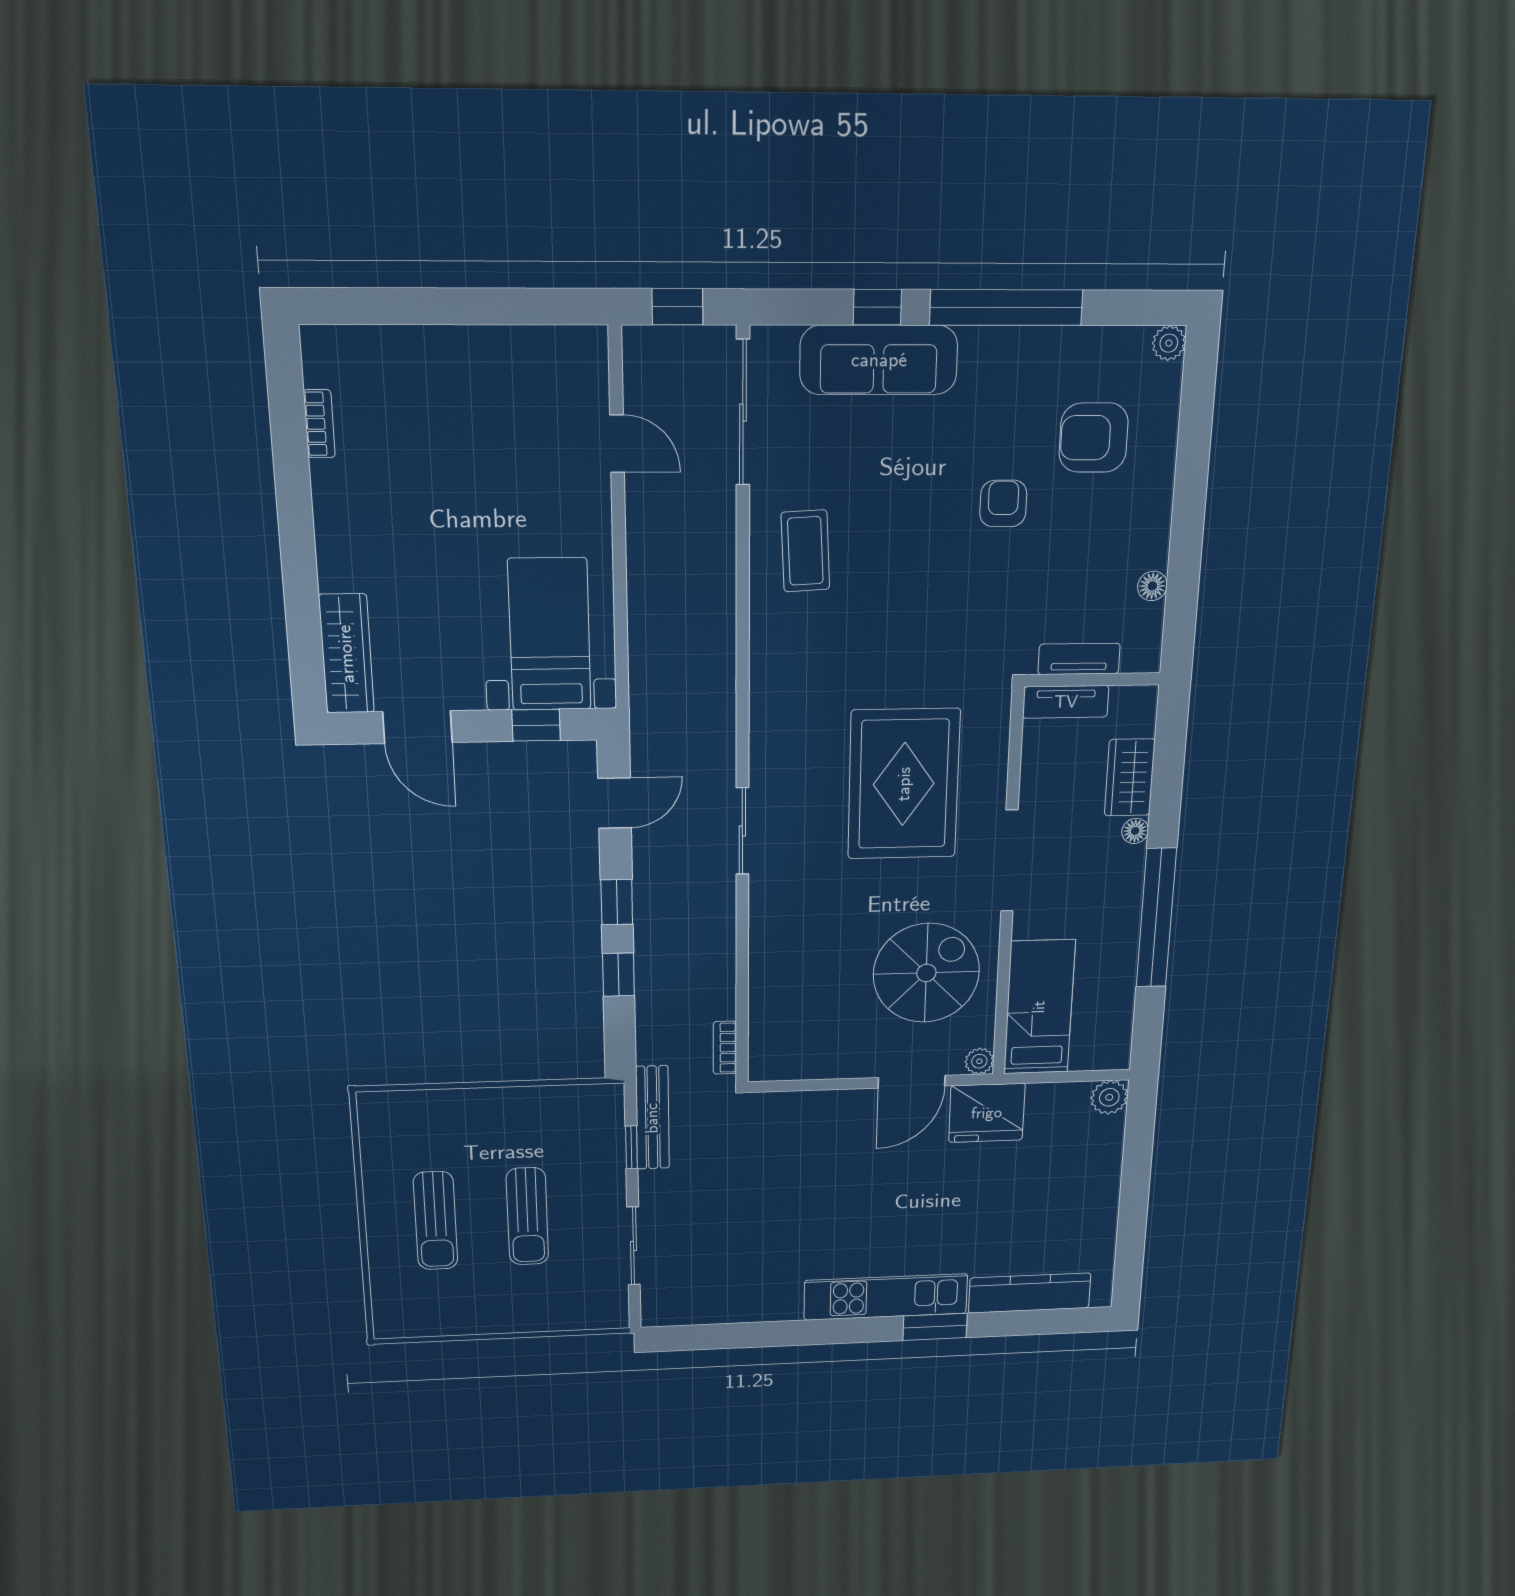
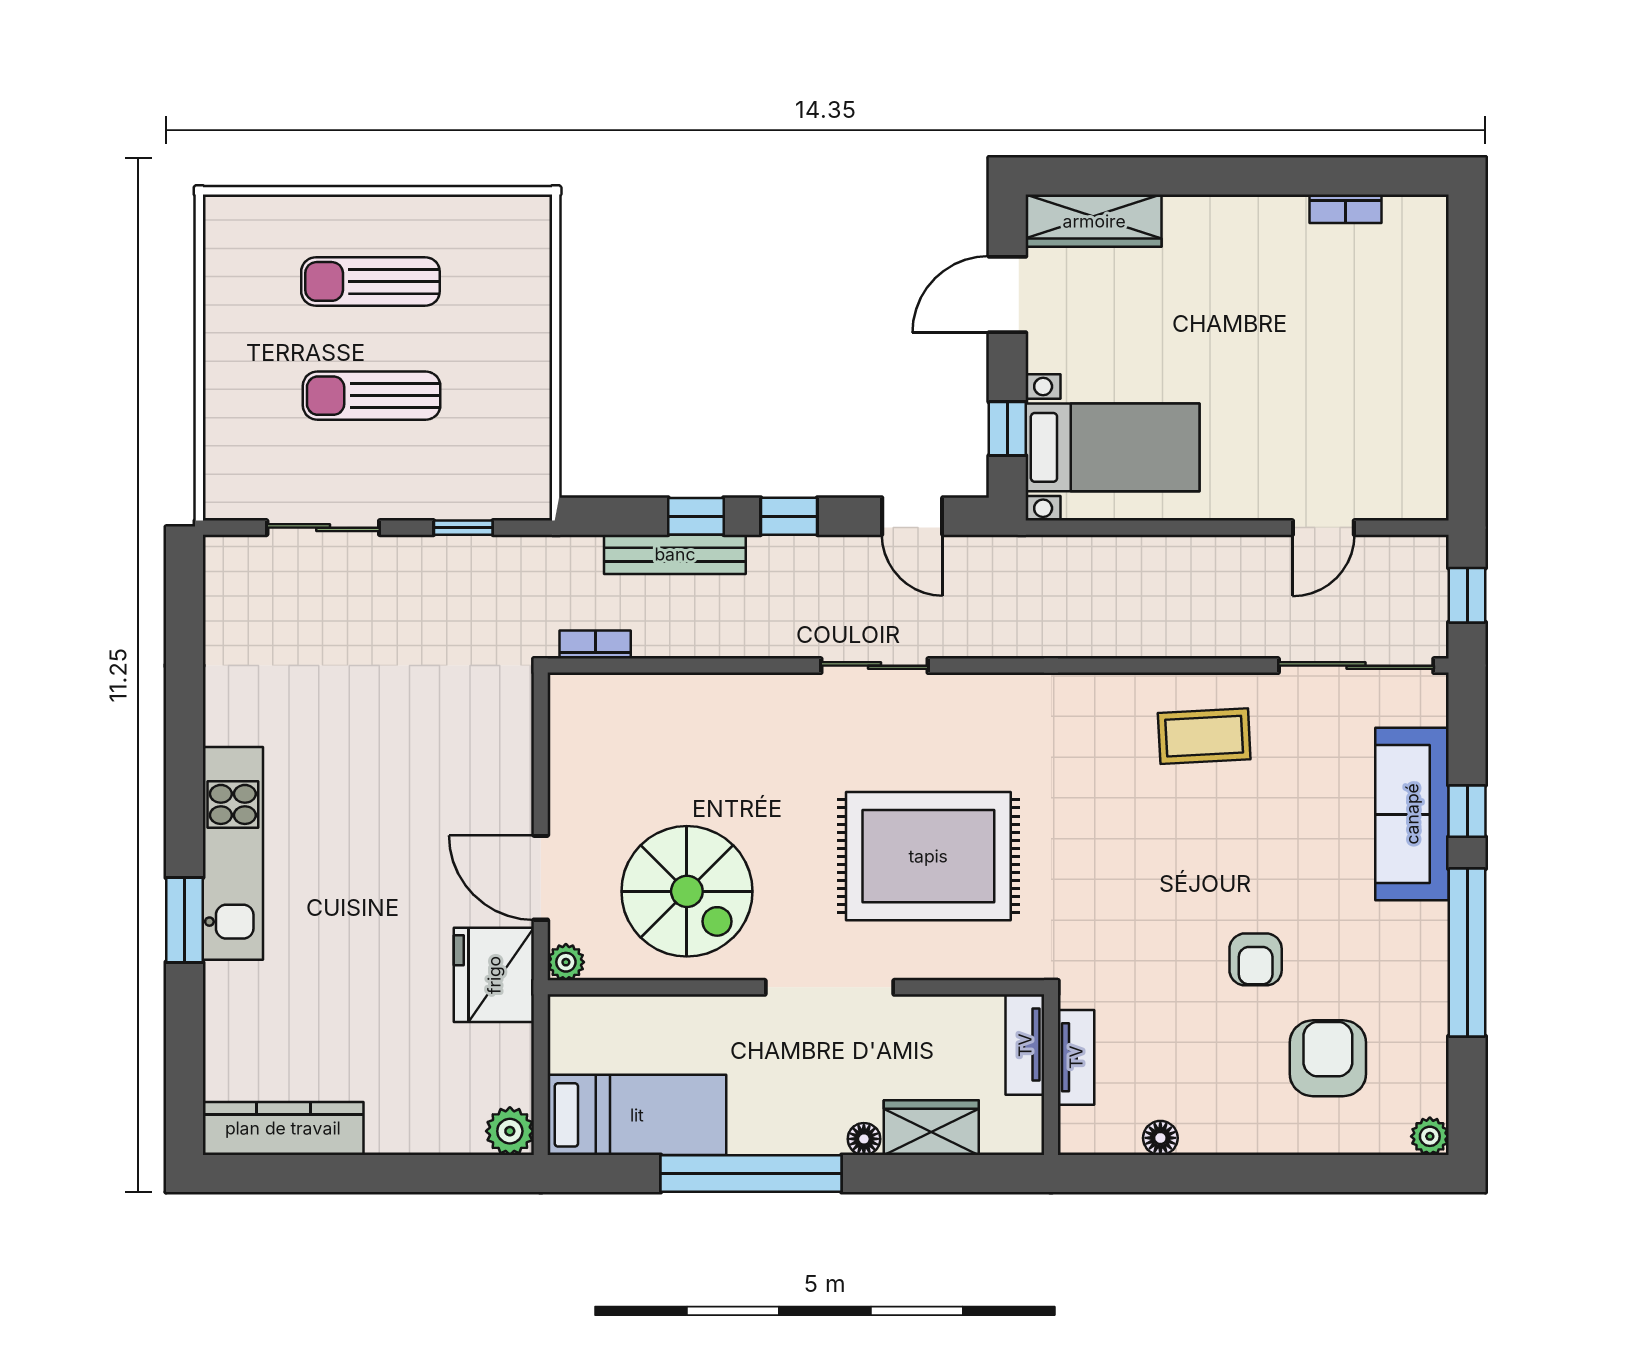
armchair: (1003, 503) -> (1256, 959), turned 90
bed: (1039, 1007) -> (637, 1115), moved
bench: (652, 1118) -> (675, 554), moved
kitchen counter: (1030, 1293) -> (283, 1128), moved, turned -90

